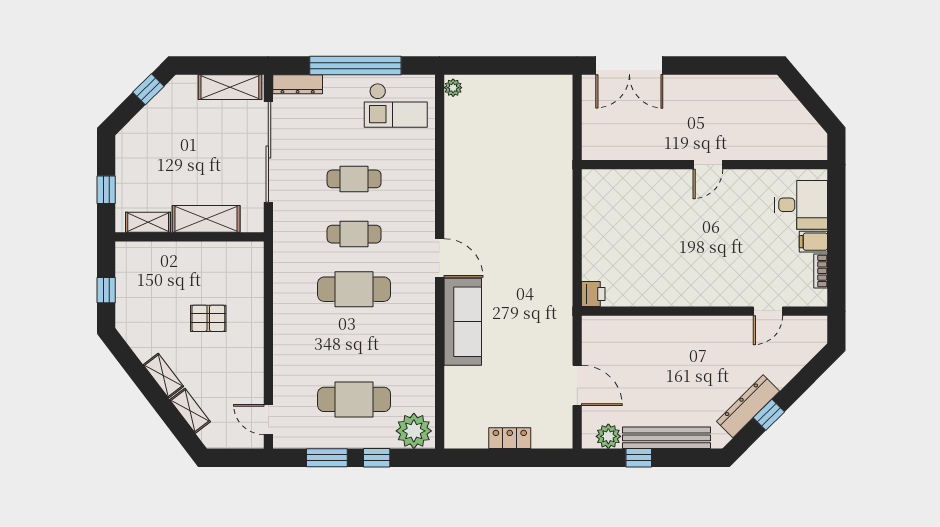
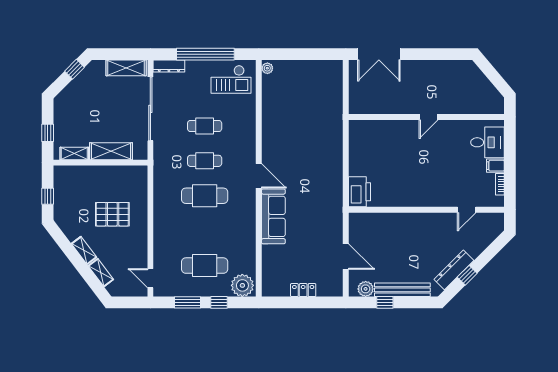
printer: (593, 294) -> (360, 192), width x1.87, depth x1.48
pallet: (208, 318) -> (112, 214), width x1.50, depth x1.42

